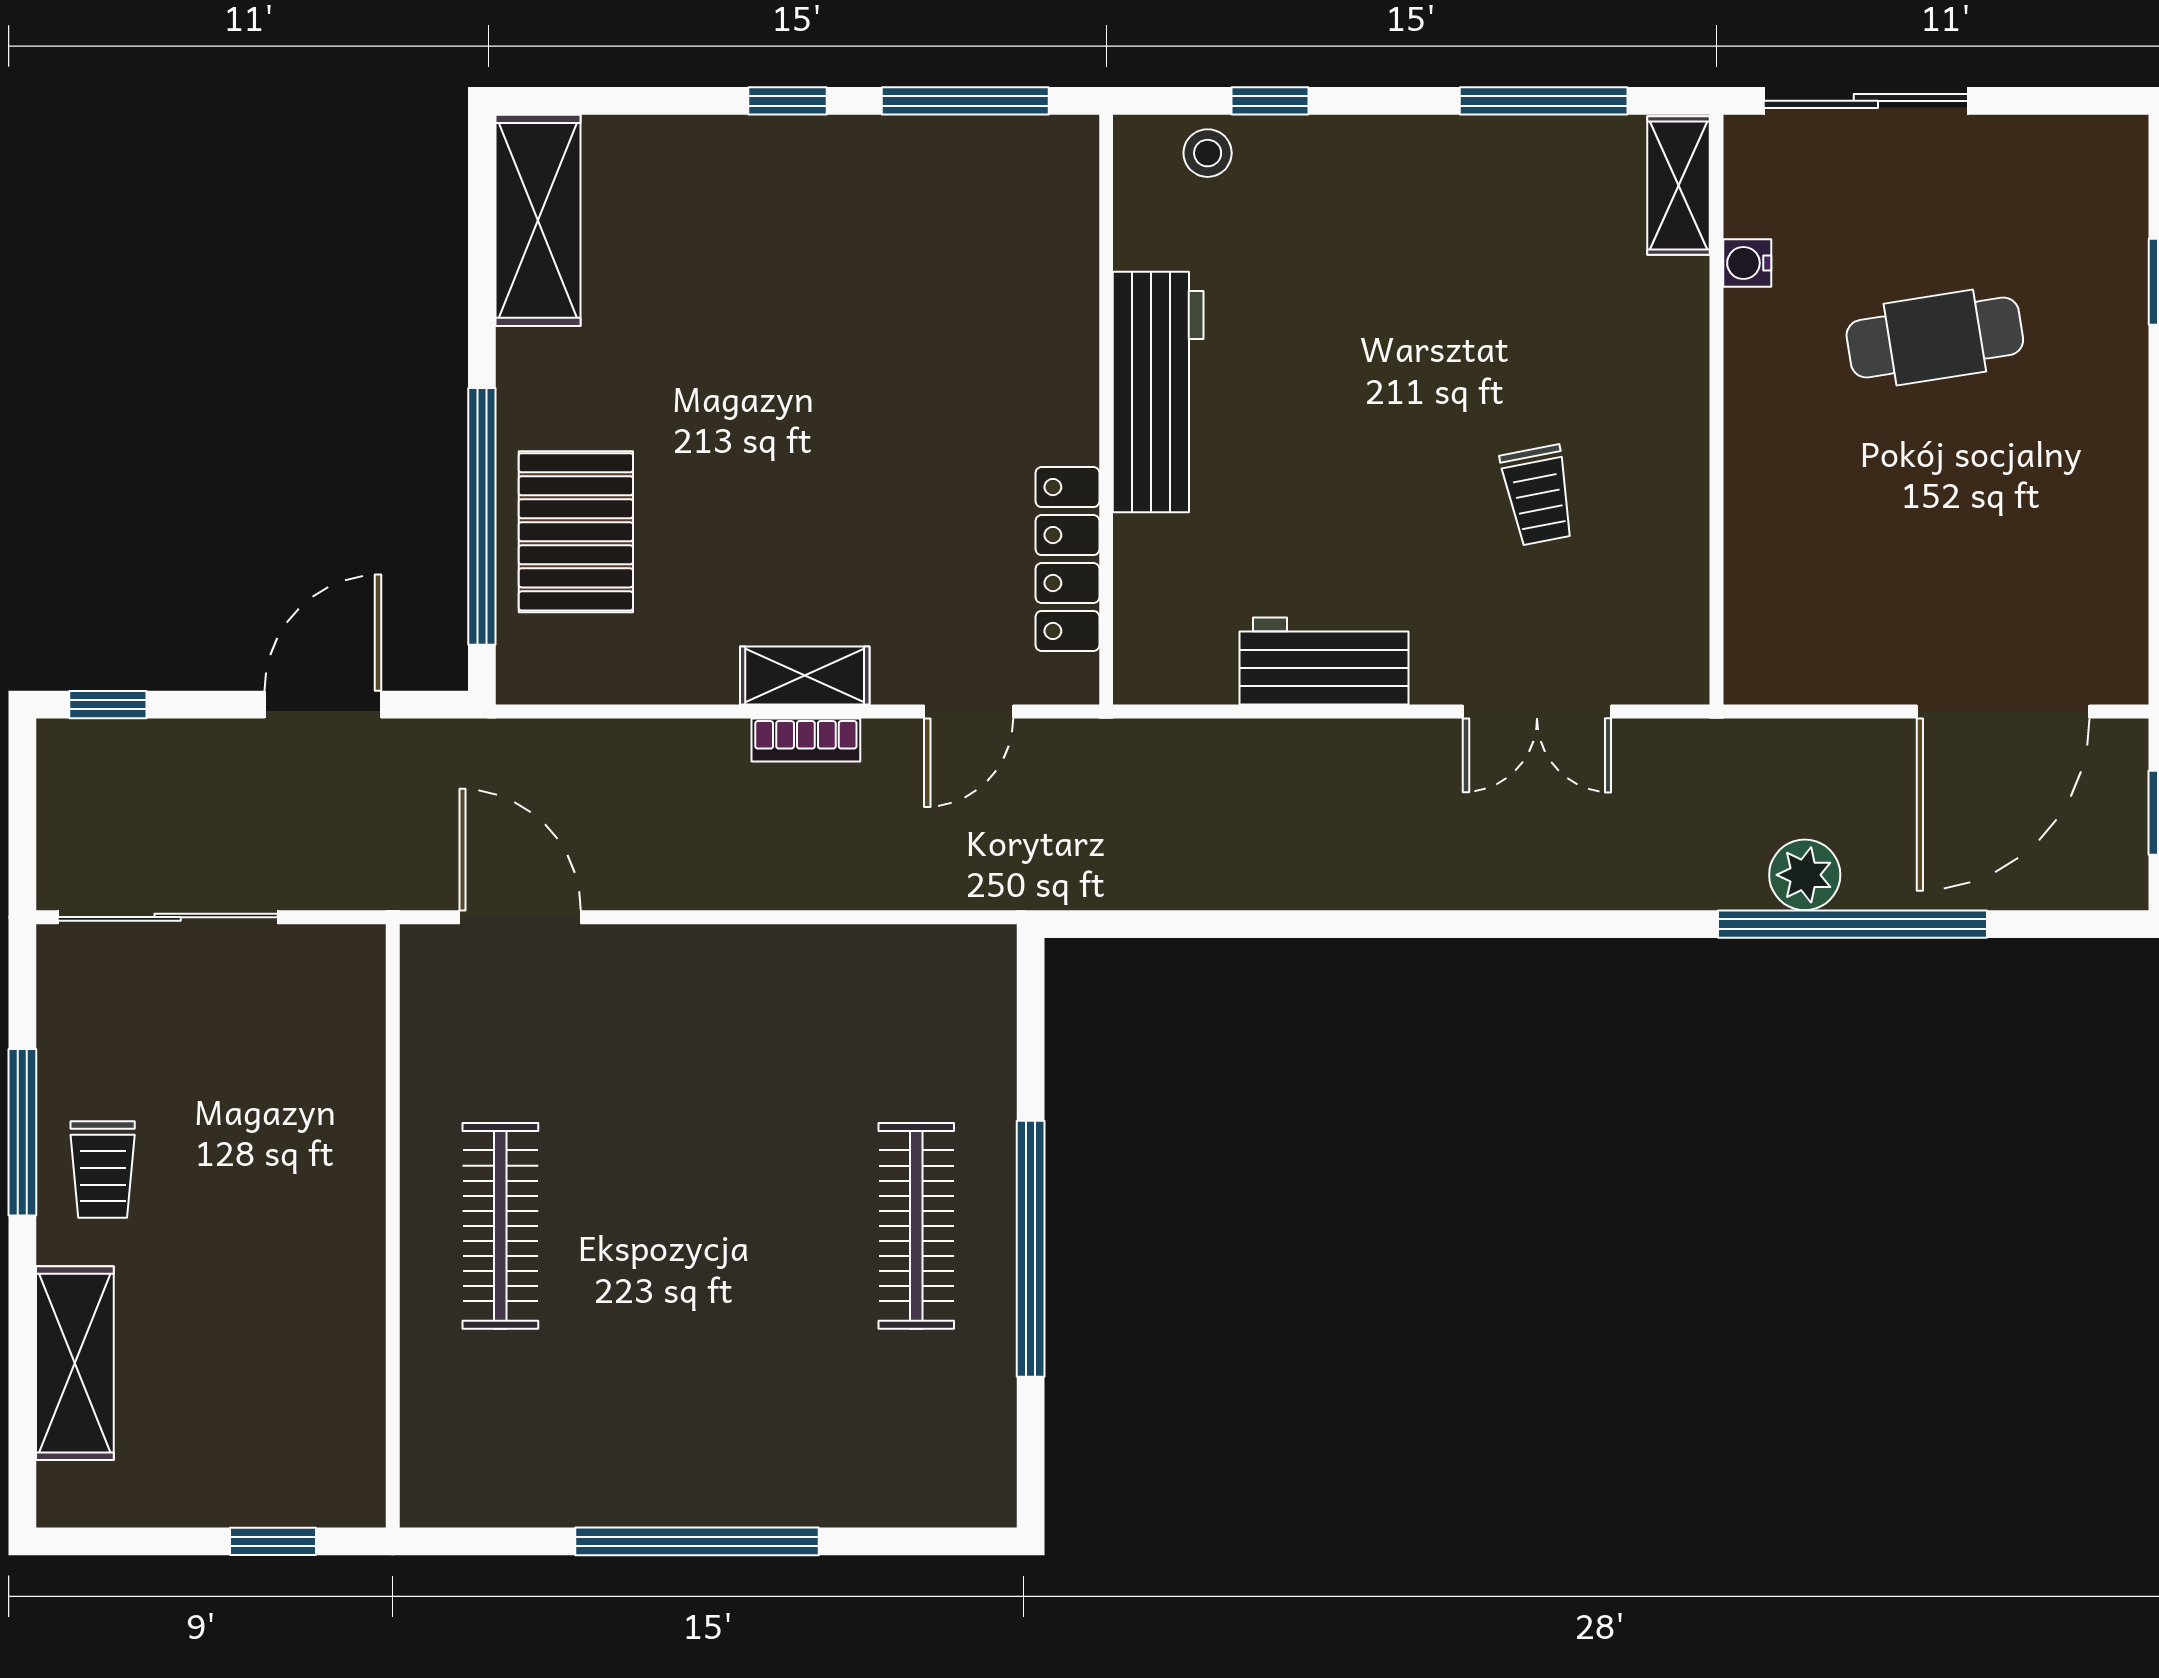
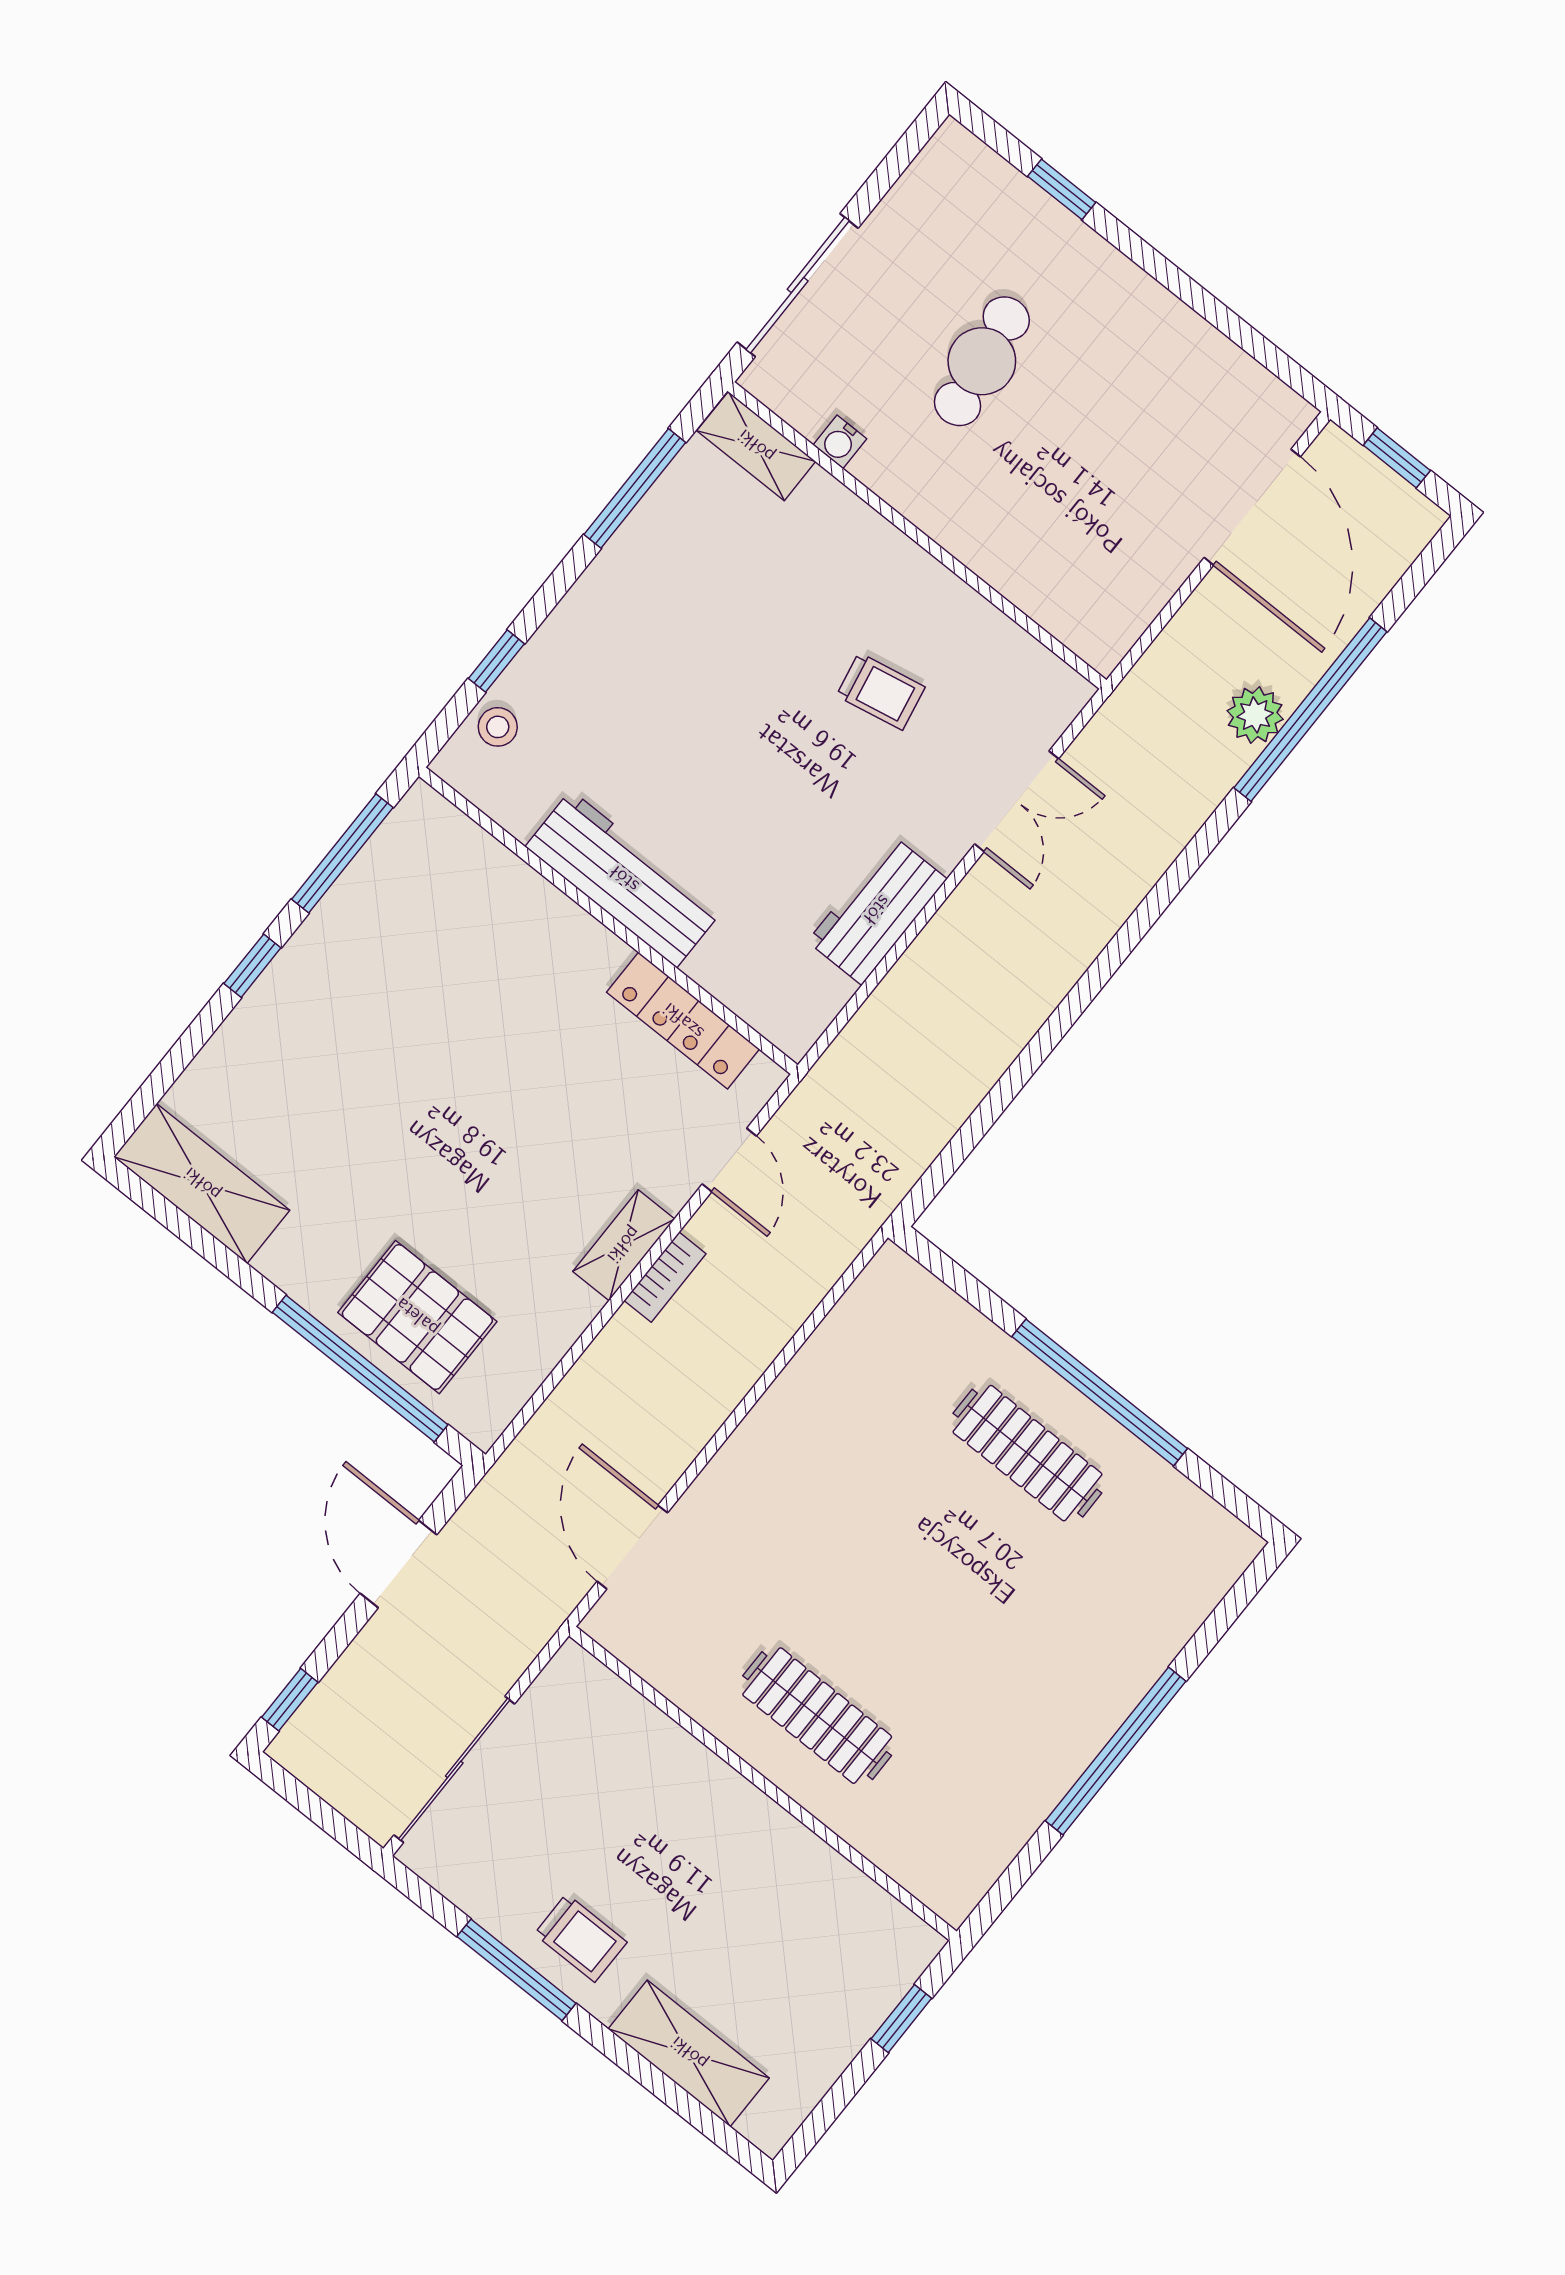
door: (520, 917) -> (632, 1547), hinge flipped

